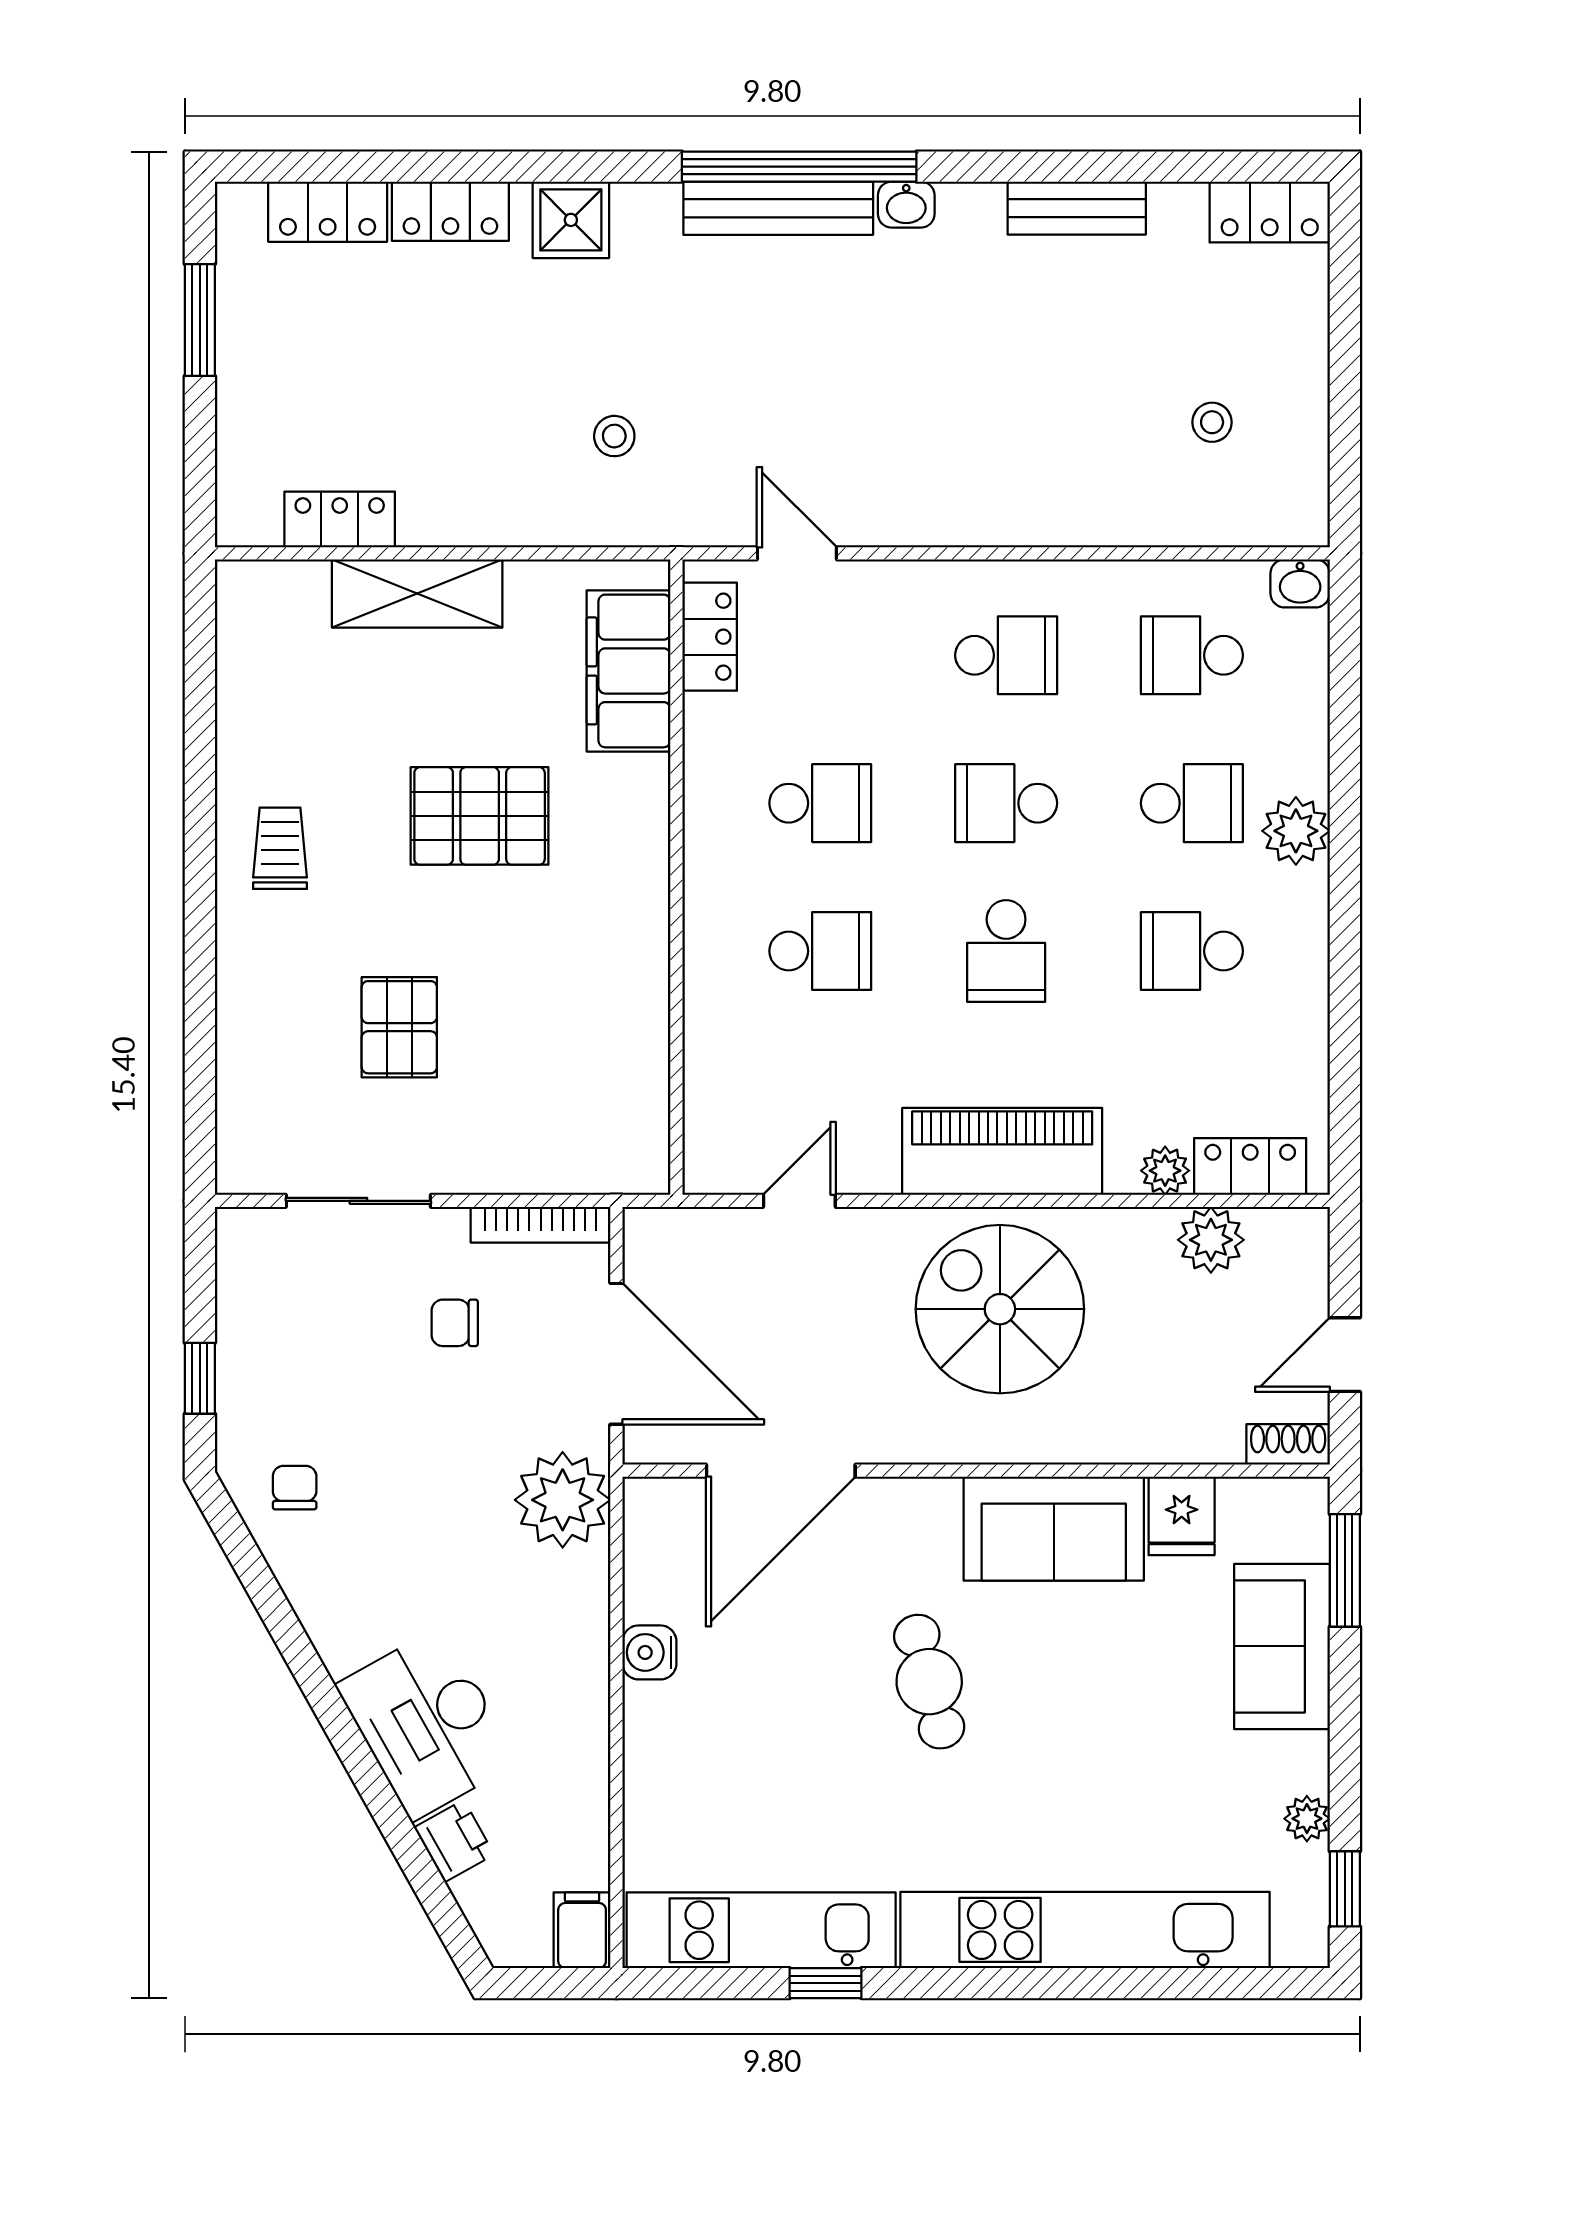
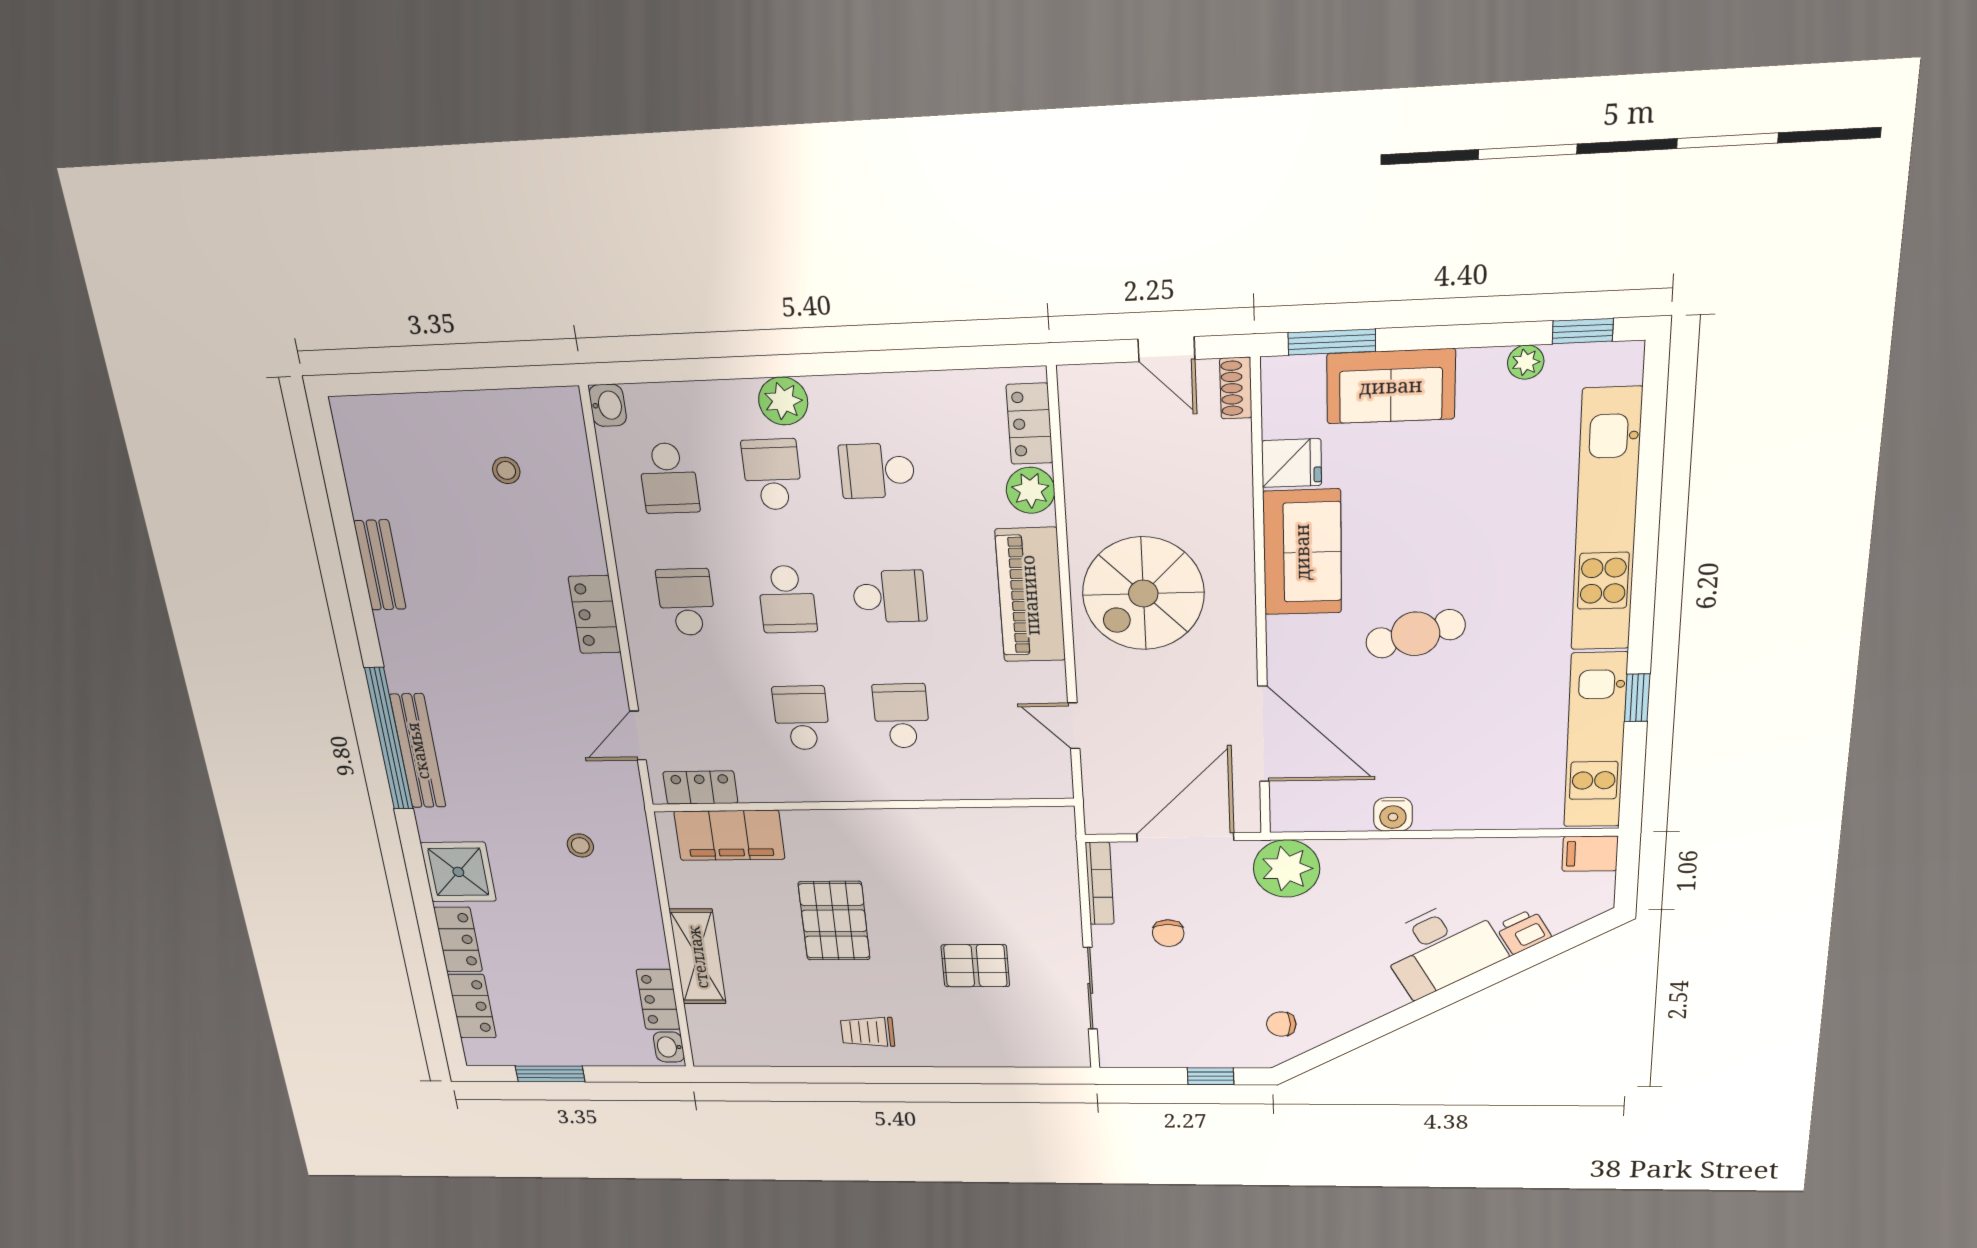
washbasin: (906, 205) -> (669, 1047), moved, turned 180
locker: (1270, 212) -> (595, 615), moved, turned 180
shower: (571, 220) -> (458, 872), width x1.36, depth x1.36
school desk: (1192, 951) -> (877, 471), turned 90
plant: (1165, 1171) -> (1031, 490), width x1.38, depth x1.38
plant: (1211, 1240) -> (1085, 450), removed

